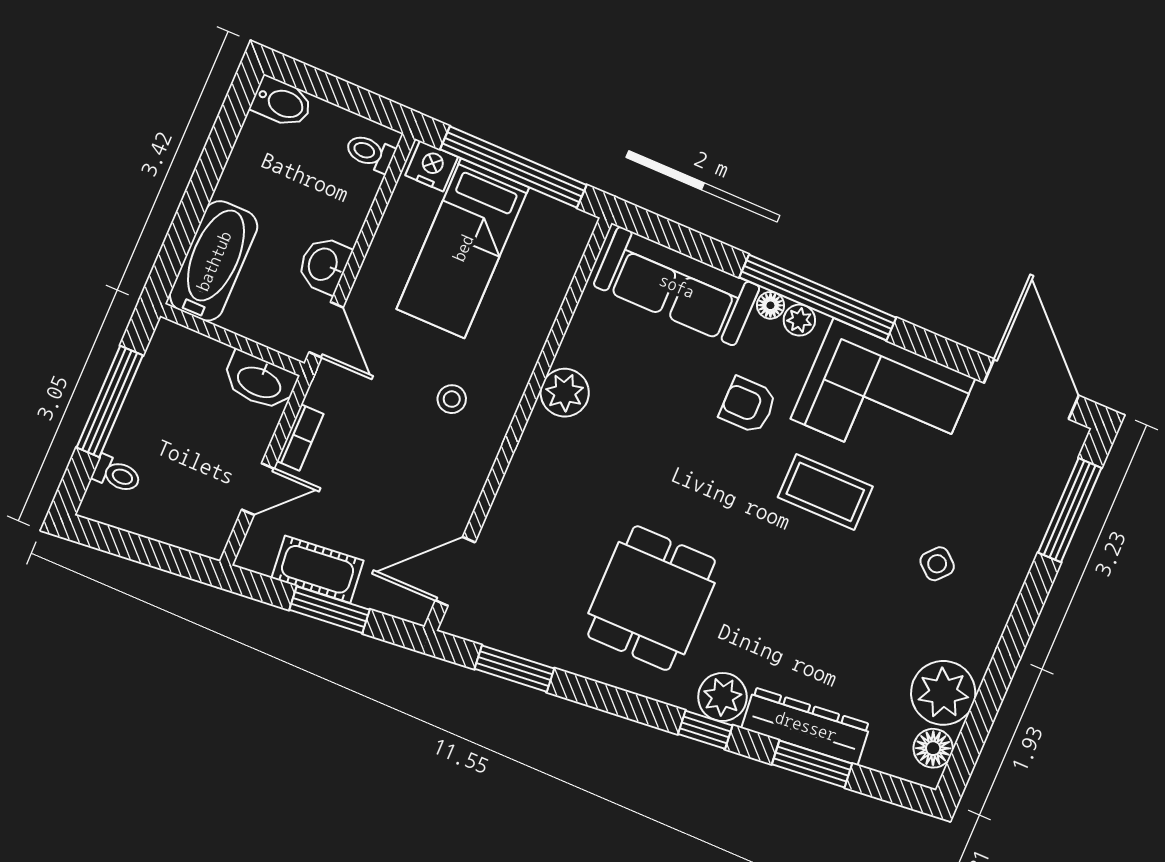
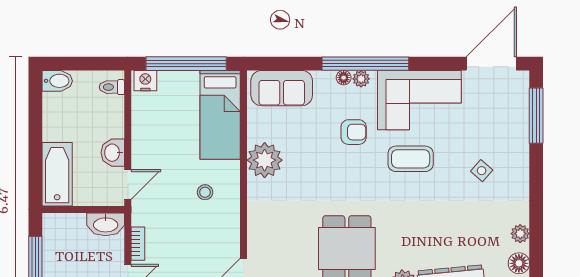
bed: (463, 248) -> (220, 115), moved
sofa: (677, 286) -> (282, 88), width x0.73
door: (326, 330) -> (128, 185), hinge flipped
door: (1031, 389) -> (491, 64), hinge flipped
plant: (565, 393) -> (265, 160), width x1.36, depth x1.36
armchair: (748, 405) -> (354, 132), turned 180
plant: (943, 693) -> (520, 234), width x0.53, depth x0.53

